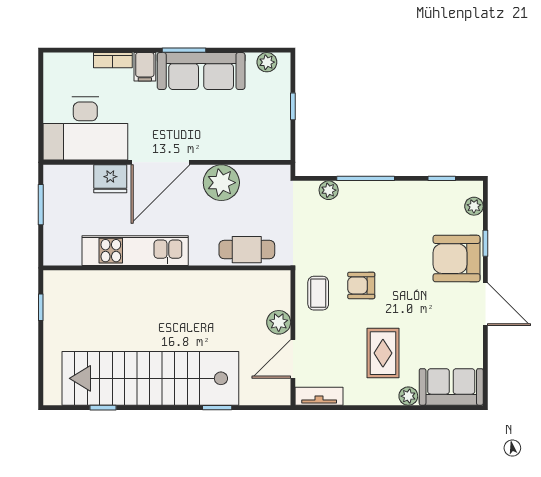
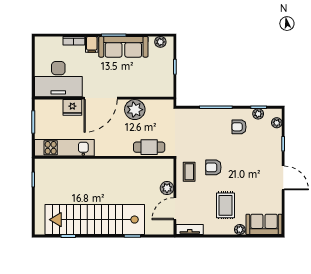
plant: (329, 190) -> (258, 114), moved
kitchen unit: (135, 251) -> (64, 148), moved
armchair: (457, 259) -> (239, 127), moved, width x0.53, depth x0.53

